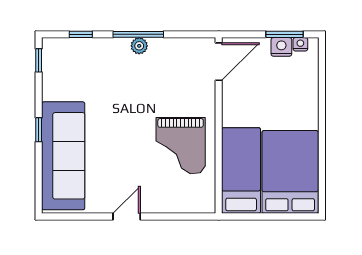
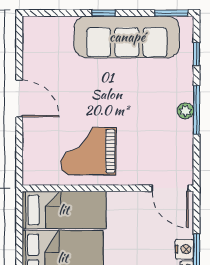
window: (39, 60) -> (171, 13), width x1.50
sofa: (63, 156) -> (127, 37), moved
door: (127, 217) -> (19, 99), width x1.38

